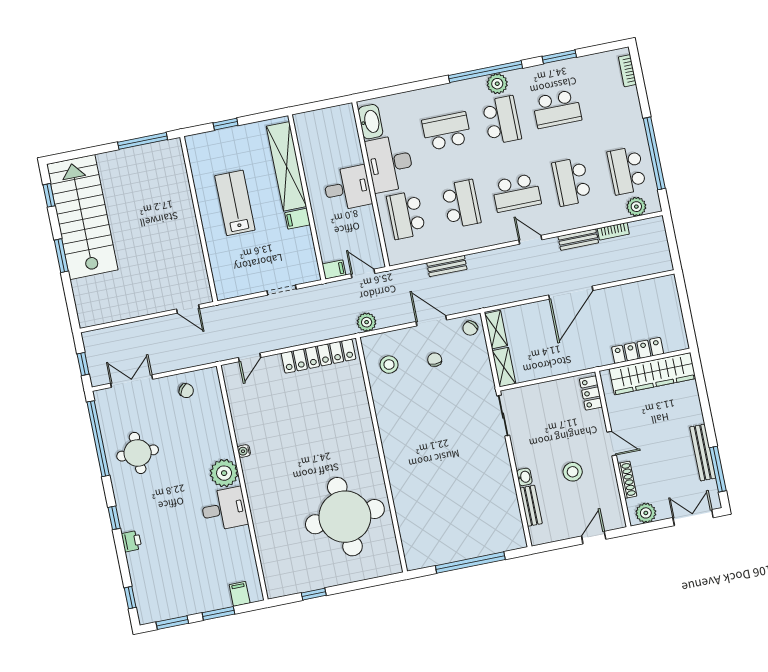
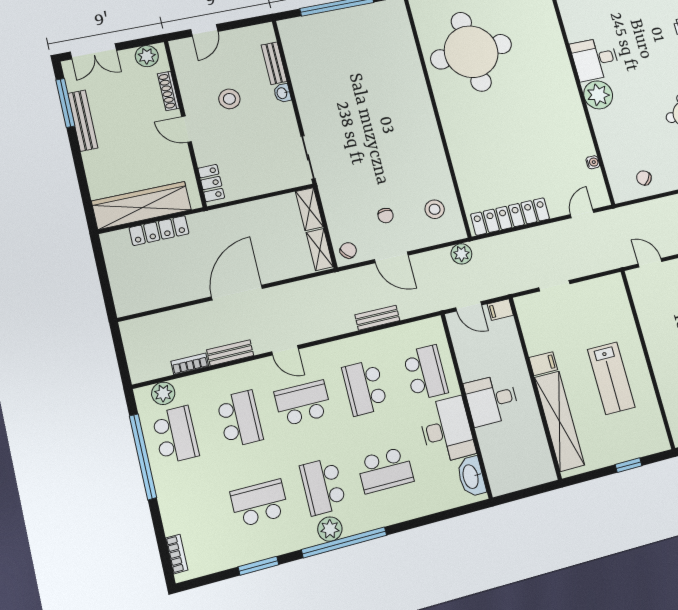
water cooler: (244, 451) -> (593, 162), moved

